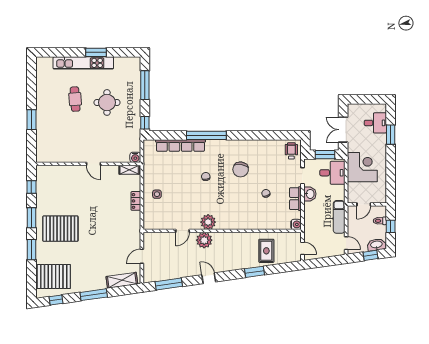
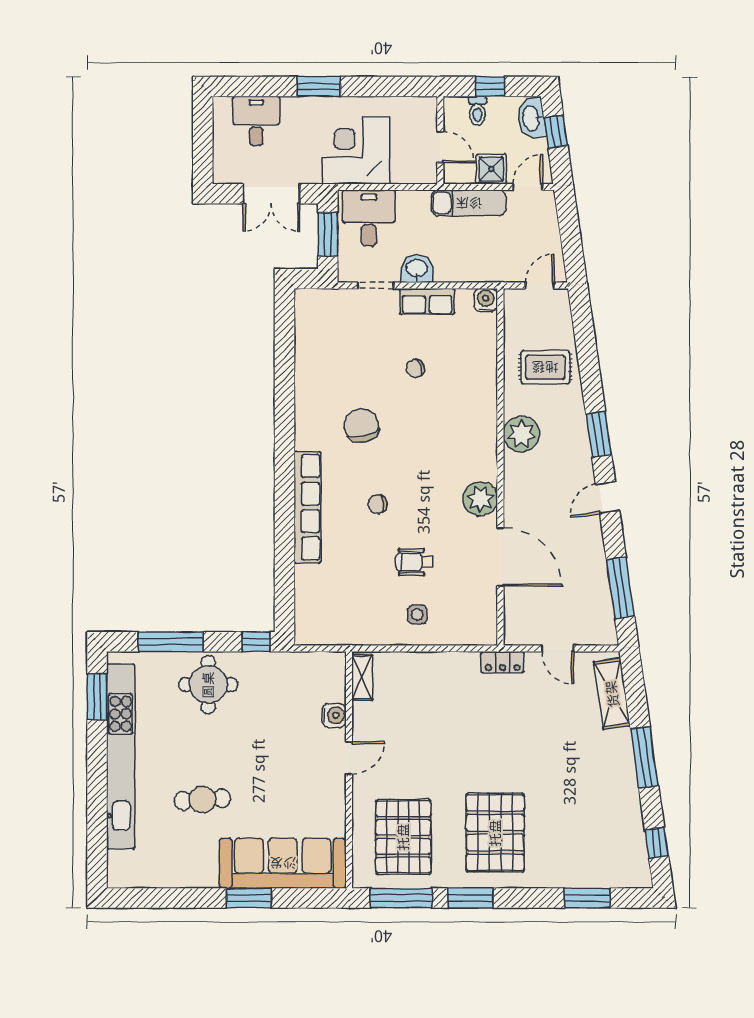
window: (96, 52) -> (97, 697), moved
kitchen unit: (83, 63) -> (121, 756), width x1.36
round table: (107, 102) -> (208, 685), moved
sofa: (47, 135) -> (283, 863), added
window: (206, 135) -> (284, 503), removed
window: (391, 135) -> (319, 86), moved
row of seats: (181, 146) -> (307, 507), moved
wheelchair: (291, 151) -> (414, 562), moved
water cooler: (135, 157) -> (334, 715), moved
chair: (241, 169) -> (361, 426), turned -113
window: (31, 187) -> (401, 898), width x2.17
locker: (136, 201) -> (503, 662), moved
shower: (354, 227) -> (491, 169), added
door: (182, 231) -> (500, 557), width x1.87
plant: (204, 240) -> (521, 434), moved
window: (31, 250) -> (587, 898), moved
window: (255, 272) -> (599, 434), moved
pallet: (54, 276) -> (403, 837), moved

